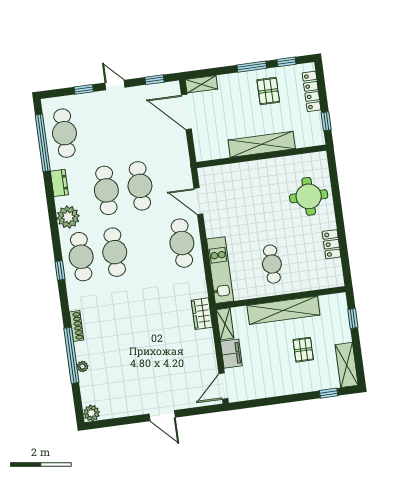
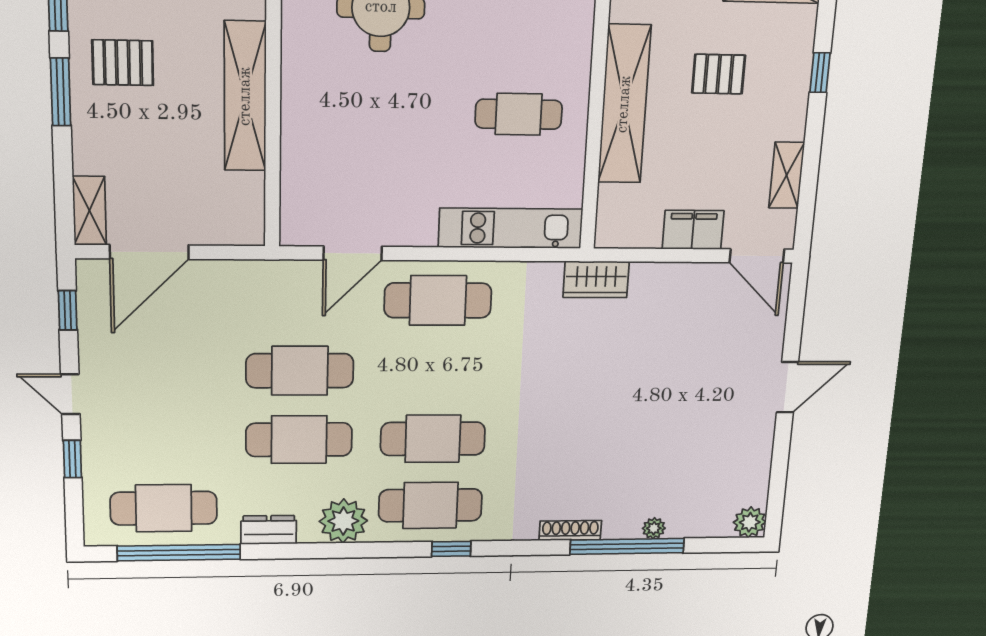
door: (115, 85) -> (70, 394), hinge flipped
shelving: (225, 324) -> (787, 175), moved, turned 90
window: (329, 393) -> (820, 73), moved

